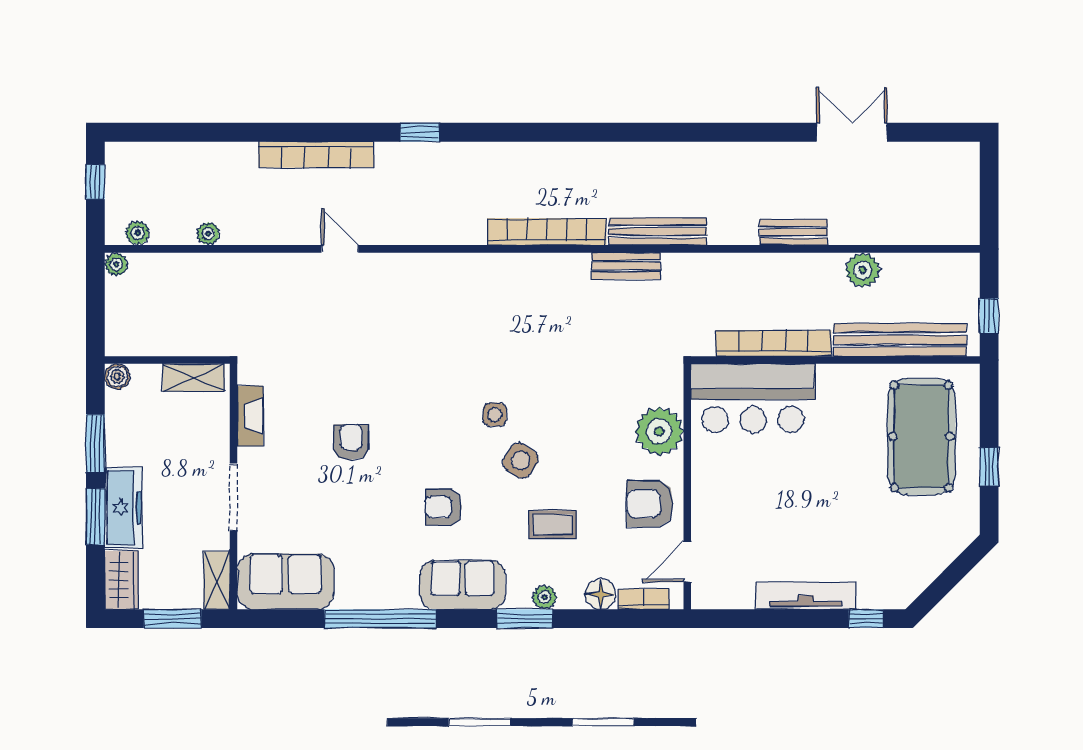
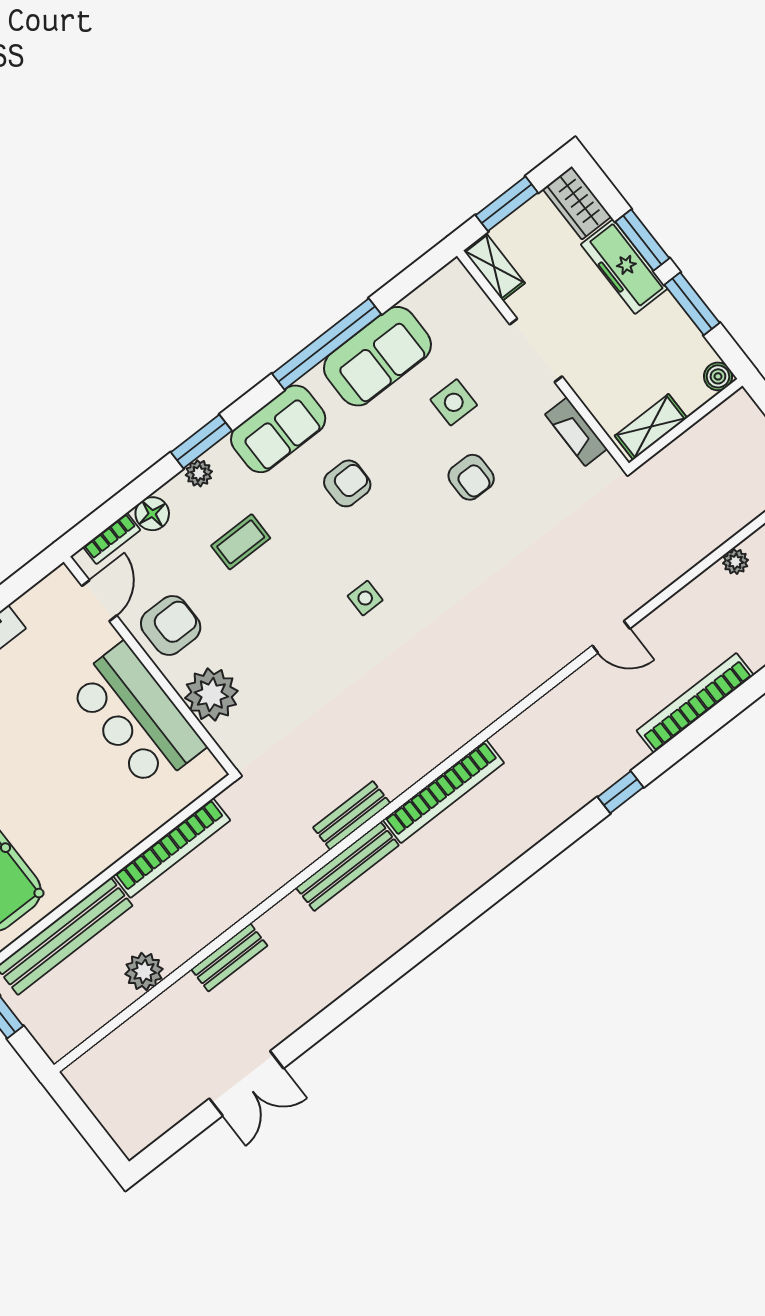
bar counter: (753, 398) -> (136, 716), moved, turned -90
side table: (521, 461) -> (454, 402), moved, turned -33
sofa: (286, 581) -> (377, 356), moved

